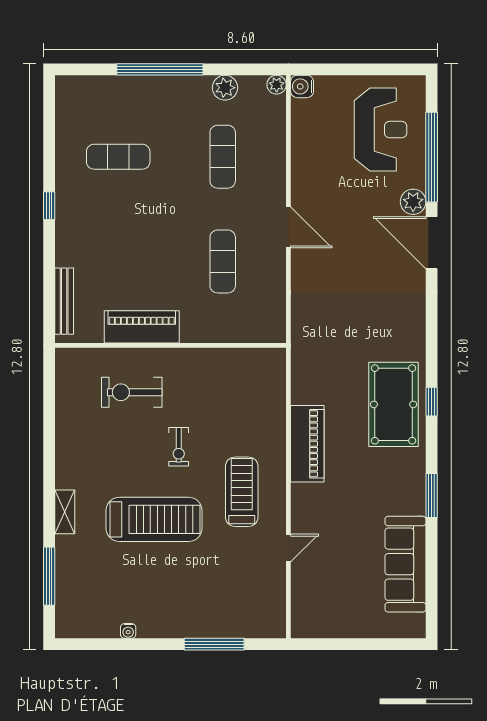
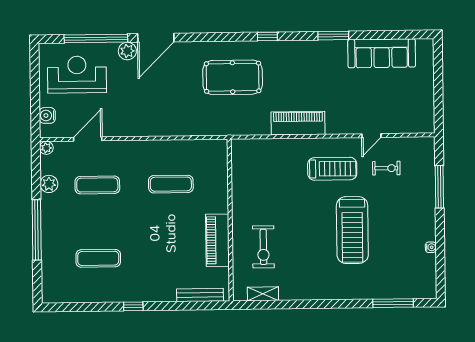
water cooler: (302, 86) -> (47, 115), moved, turned 90
exercise mat: (118, 157) -> (98, 258), turned 90
door: (288, 227) -> (88, 139), moved
pool table: (394, 404) -> (233, 77), moved
exercise bike: (179, 447) -> (386, 168), moved
treadmill: (242, 492) -> (332, 169), turned 180
shelving: (65, 512) -> (263, 294), moved
treadmill: (154, 519) -> (352, 230), turned 180
door: (288, 548) -> (371, 136), swing flipped

